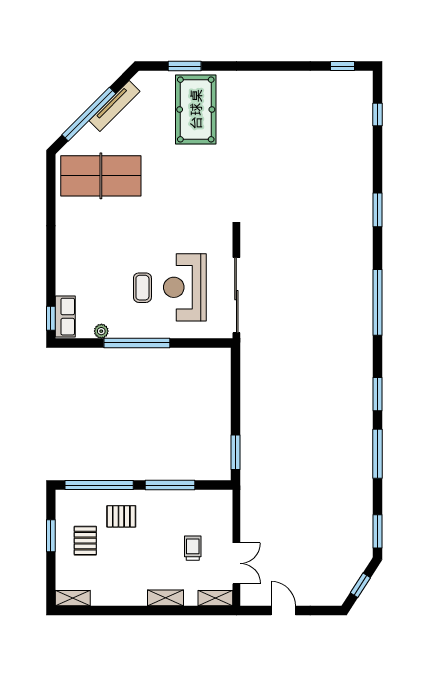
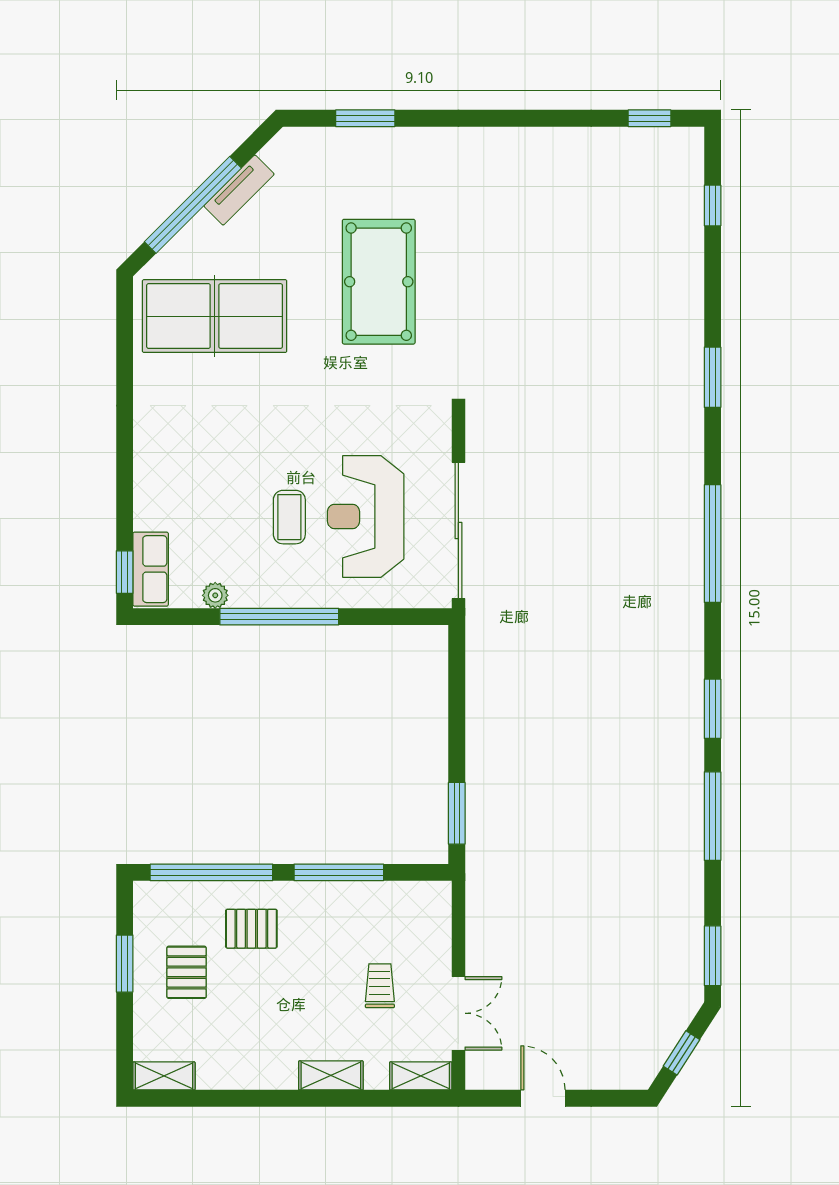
tv unit: (114, 106) -> (239, 190), width x0.71
pool table: (196, 109) -> (379, 282), moved

